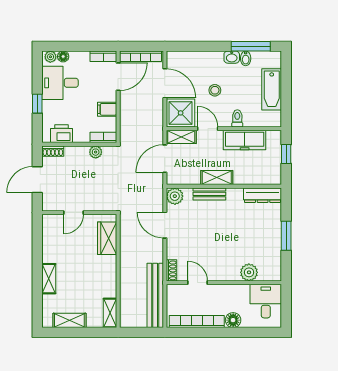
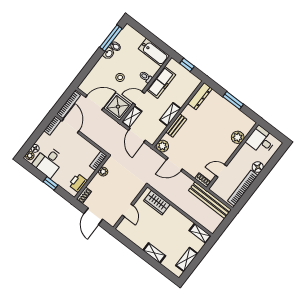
bathtub: (272, 89) -> (154, 52), moved
filing cabinet: (107, 109) -> (84, 147), removed

